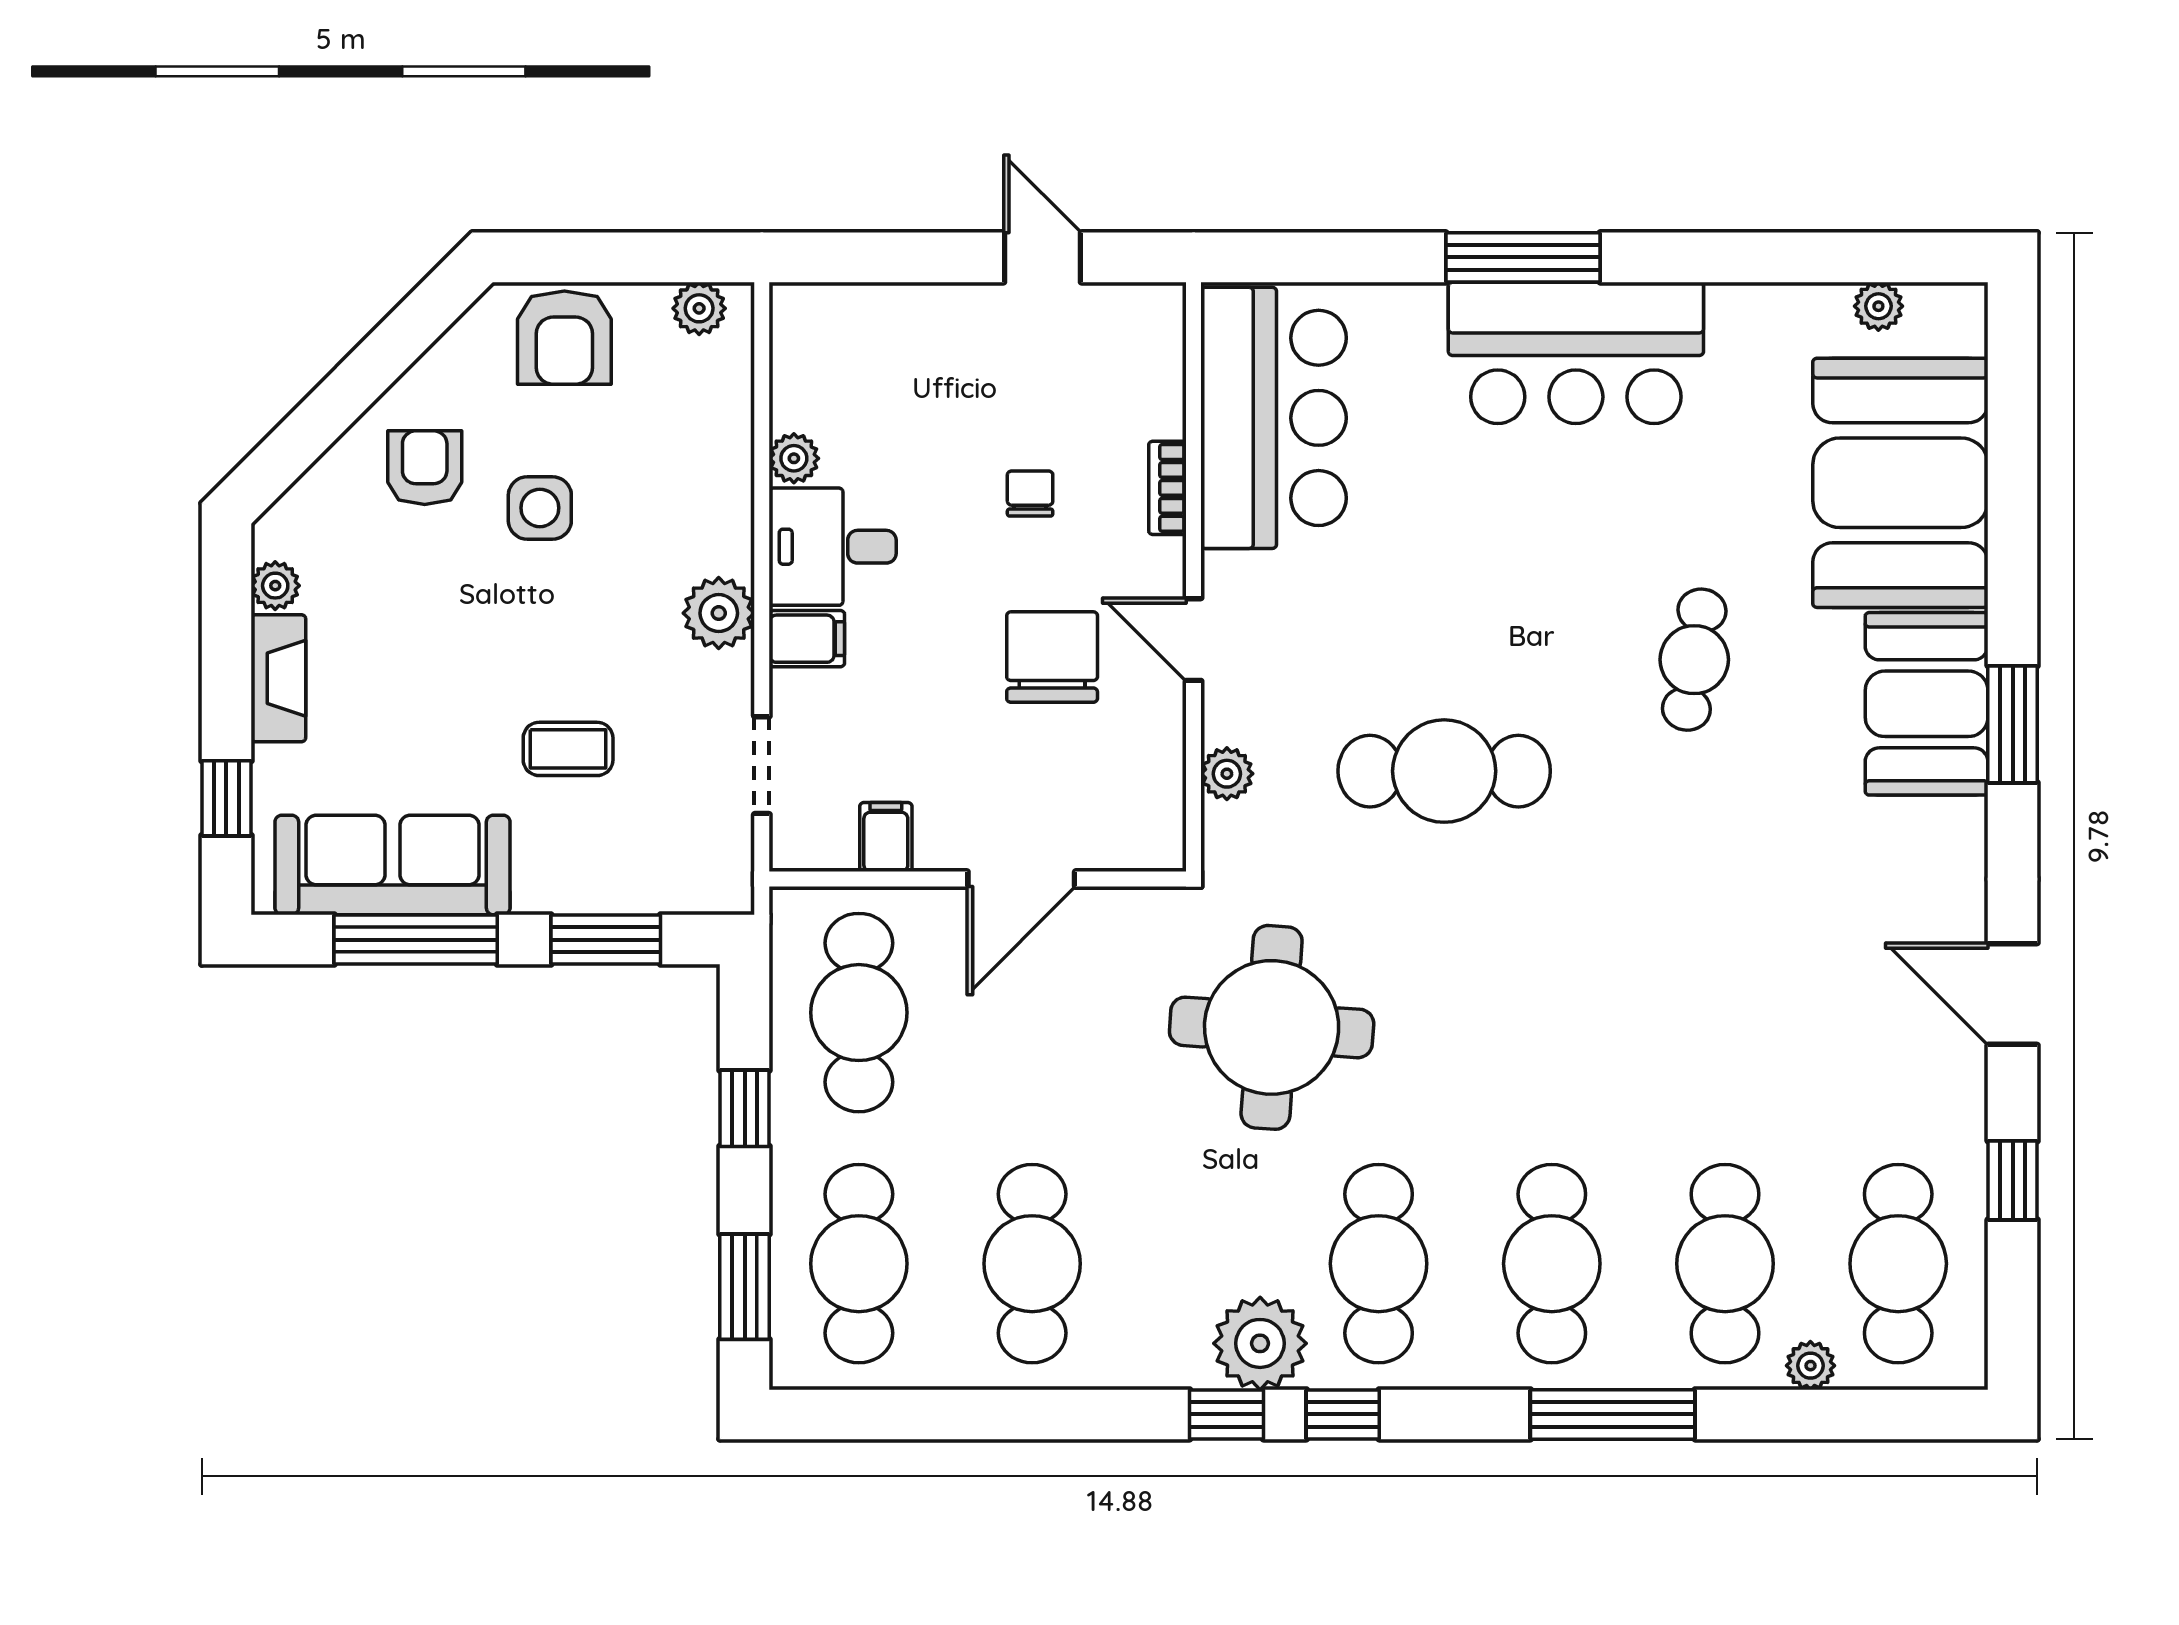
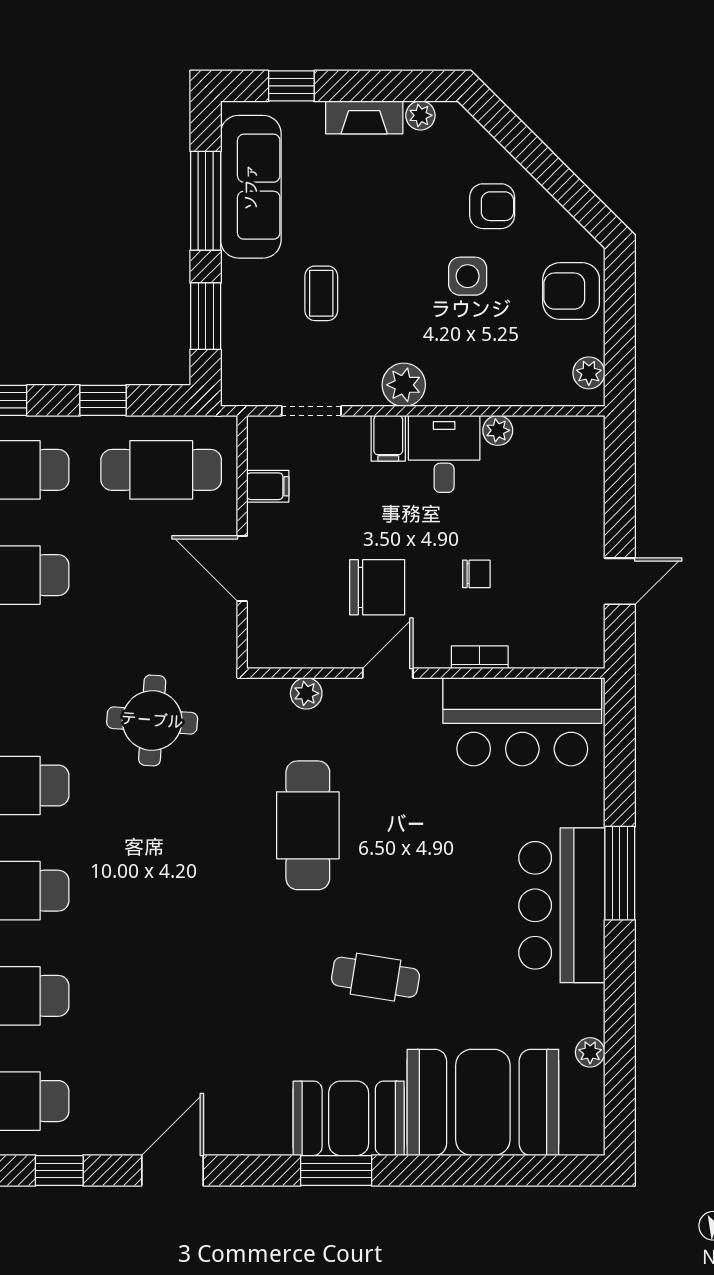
plant: (1878, 306) -> (590, 1052), moved
round table: (1272, 1027) -> (152, 720), width x0.73, depth x0.73

